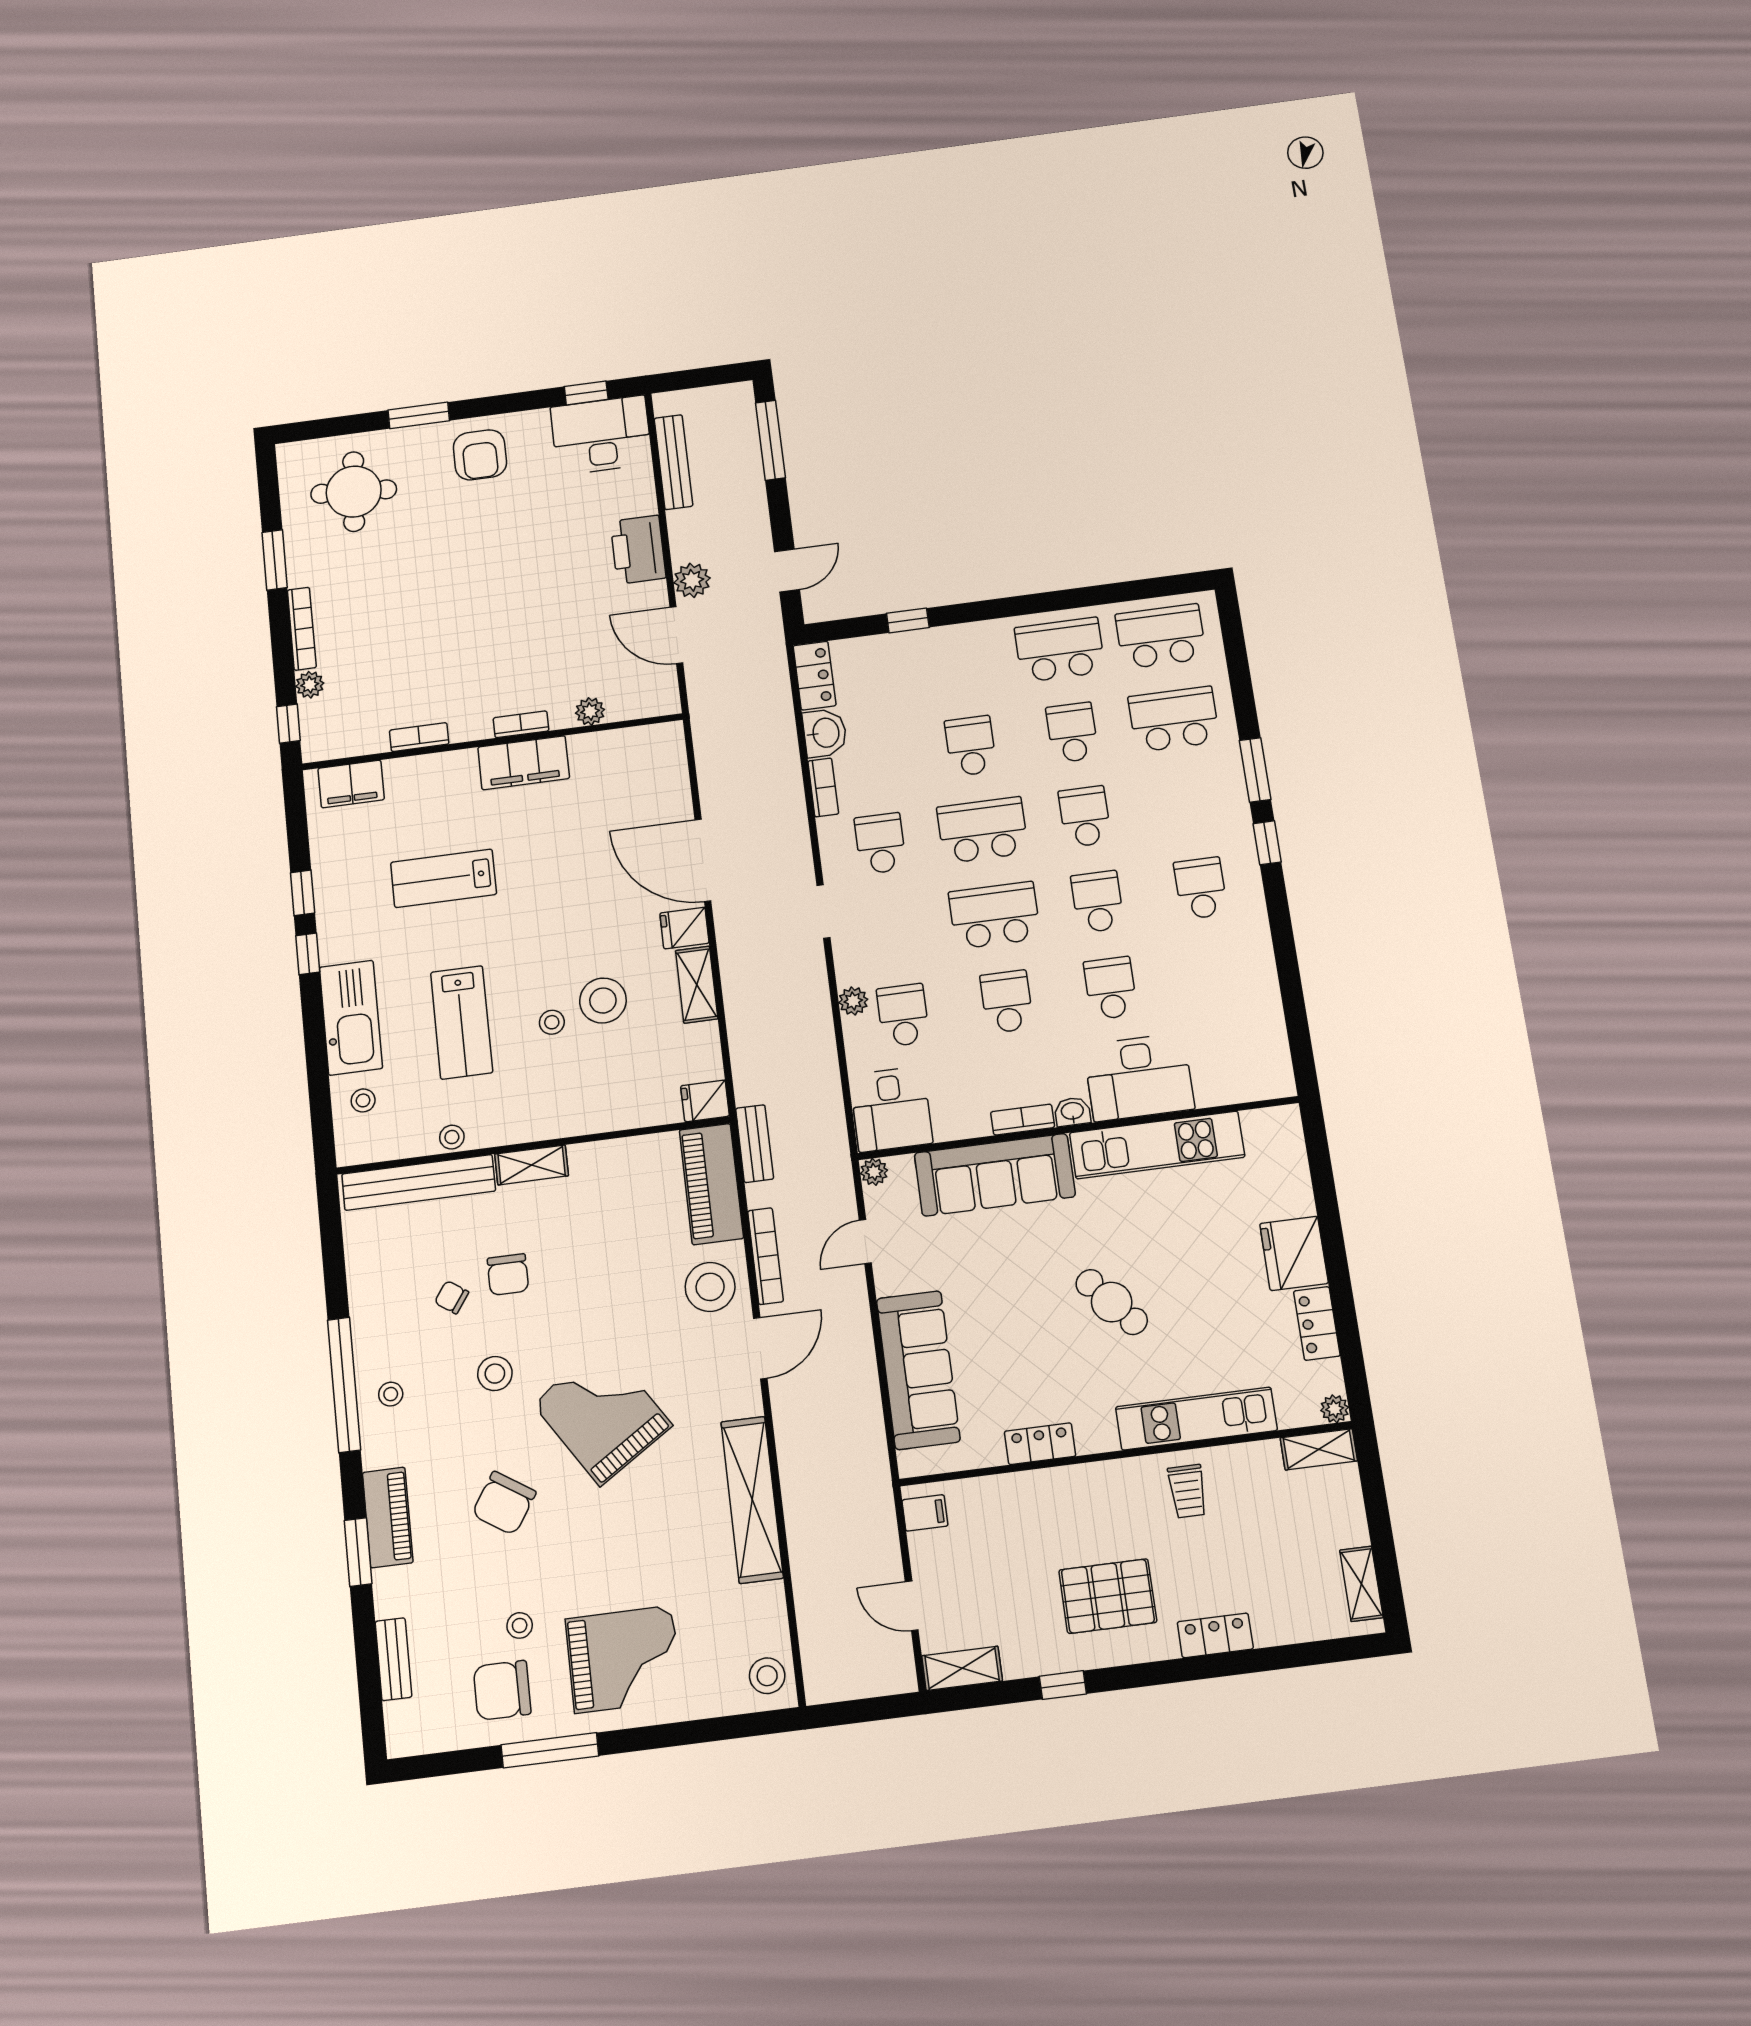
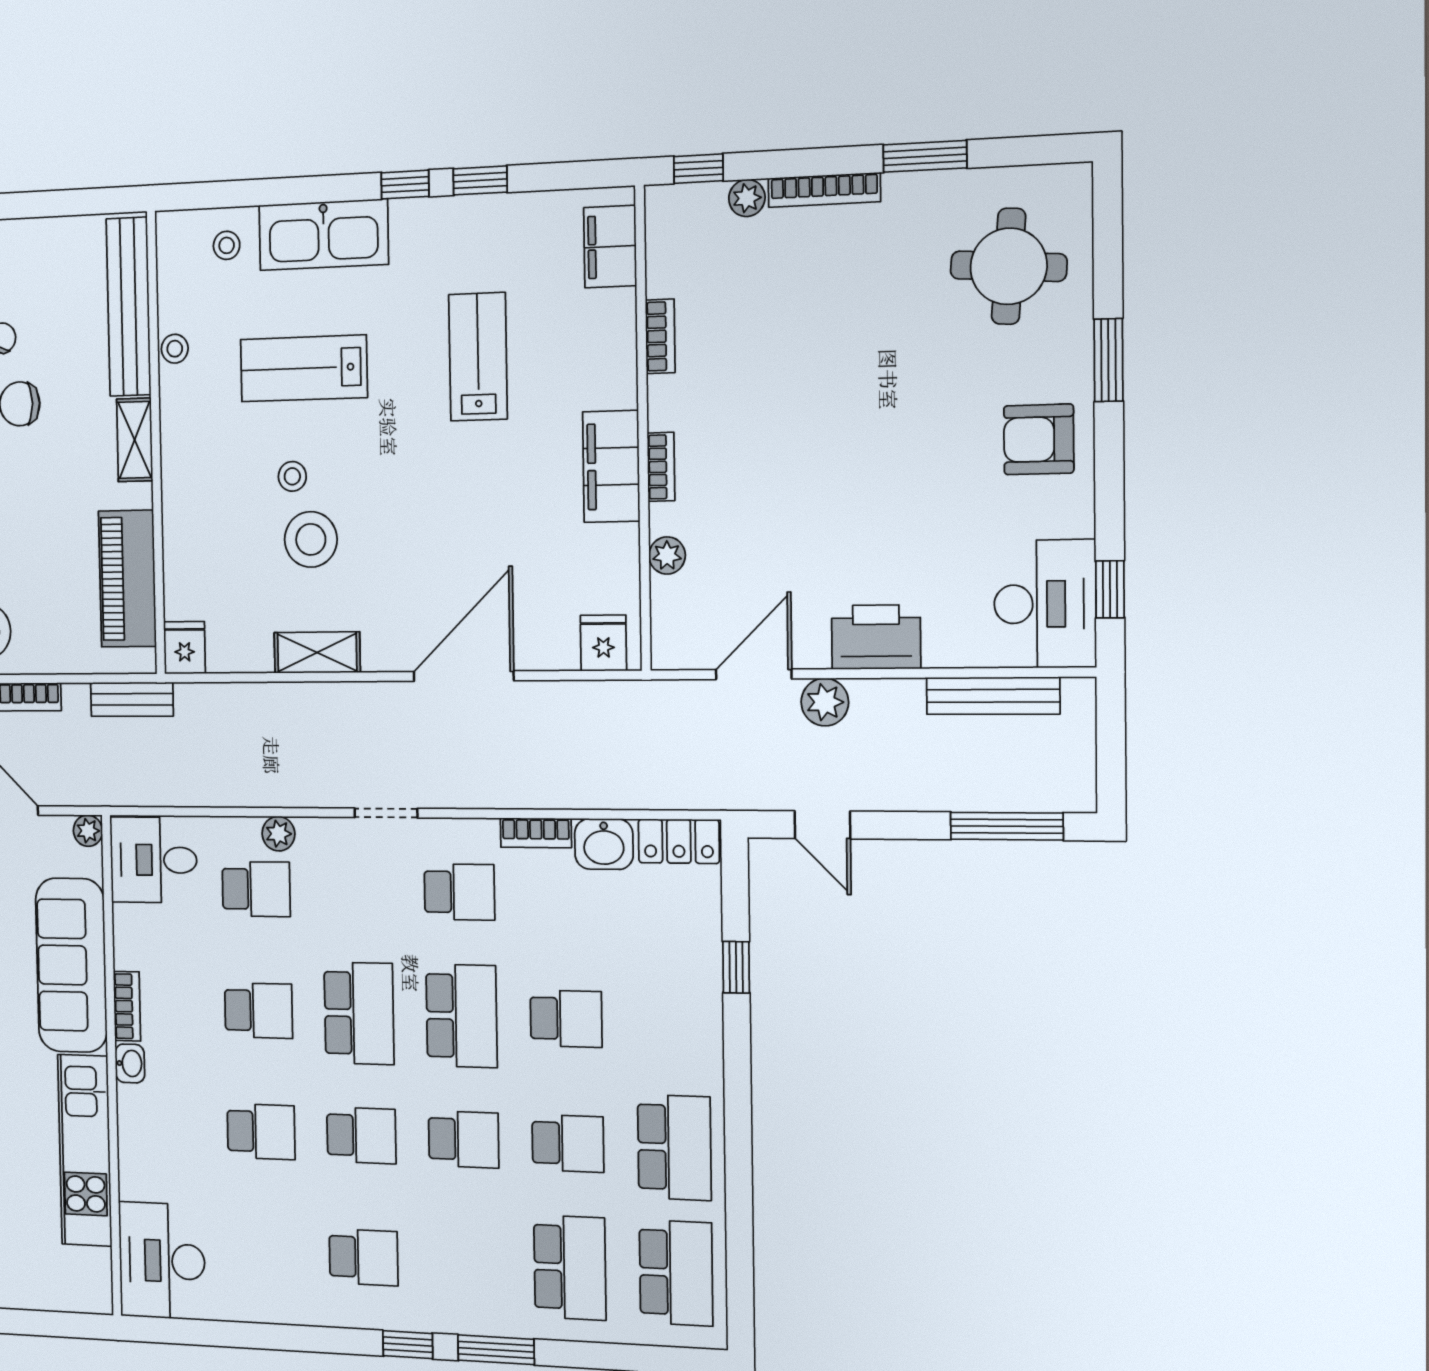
fridge: (684, 928) -> (603, 643), moved
desk: (1139, 1077) -> (162, 1261), moved
piano: (711, 1184) -> (127, 579), moved, turned -90

